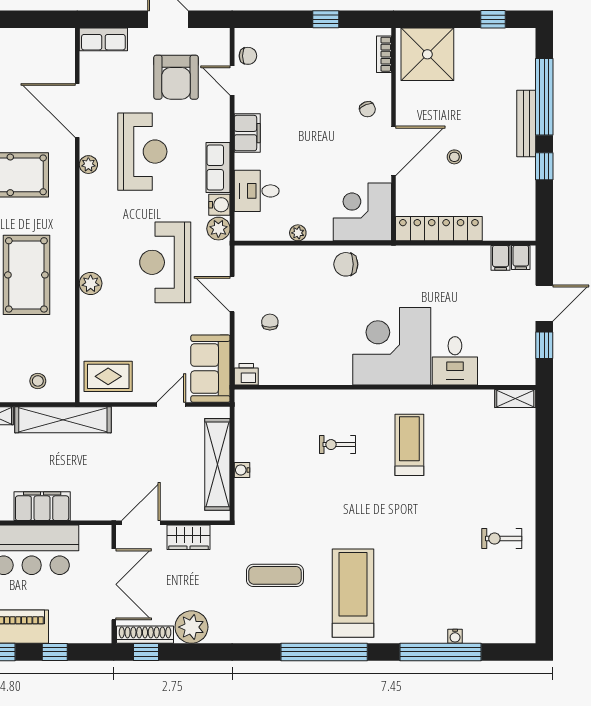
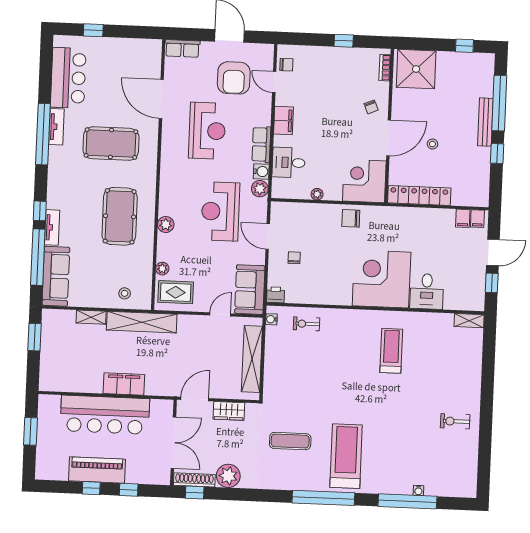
plant: (88, 165) -> (162, 269), moved
exercise bike: (337, 445) -> (307, 324), moved
water cooler: (242, 470) -> (271, 319), moved

